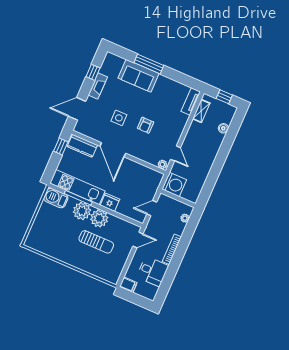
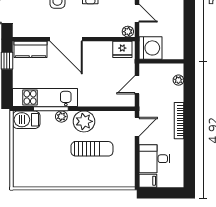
fridge: (110, 202) -> (122, 49), moved, turned 180
plant: (82, 211) -> (61, 117), width x0.53, depth x0.53
desk: (153, 271) -> (154, 159), moved, turned 180

